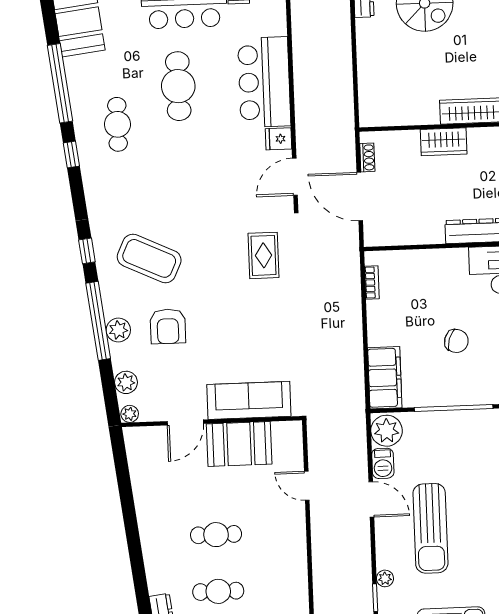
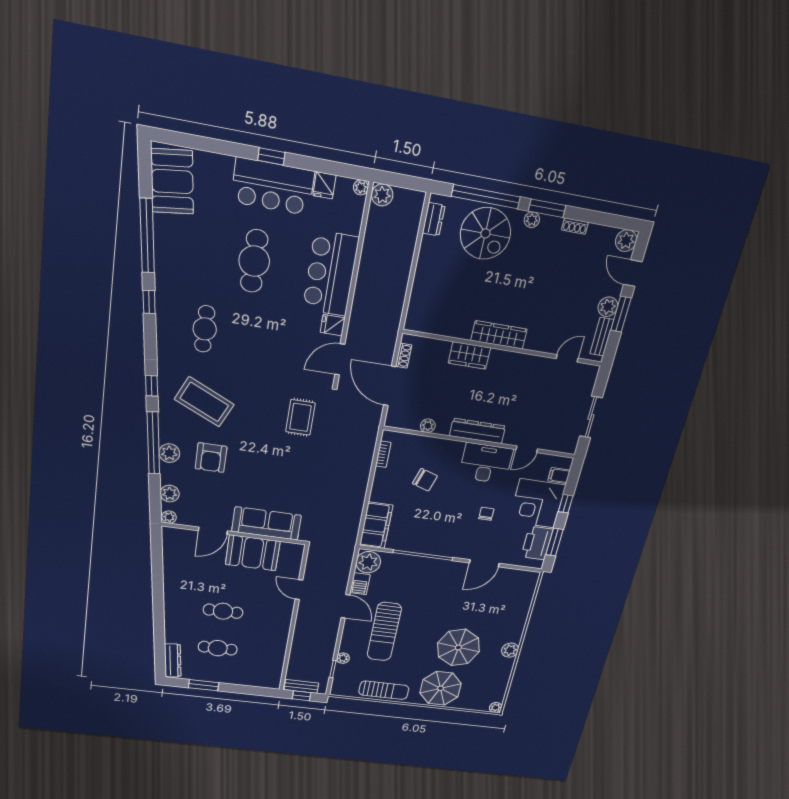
cafe table: (117, 124) -> (205, 329), moved
plant: (417, 236) -> (428, 426), added
chair: (456, 341) -> (425, 480), moved

